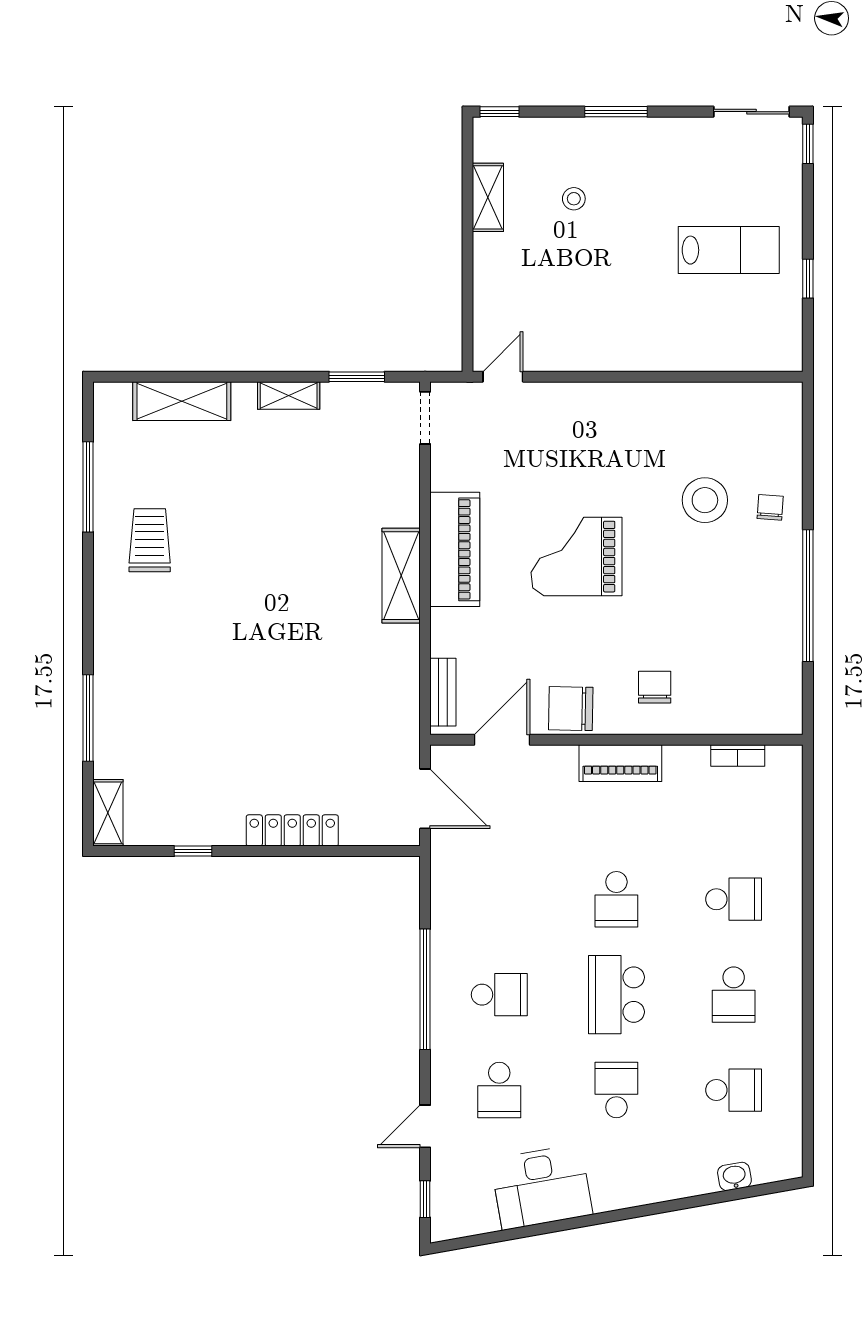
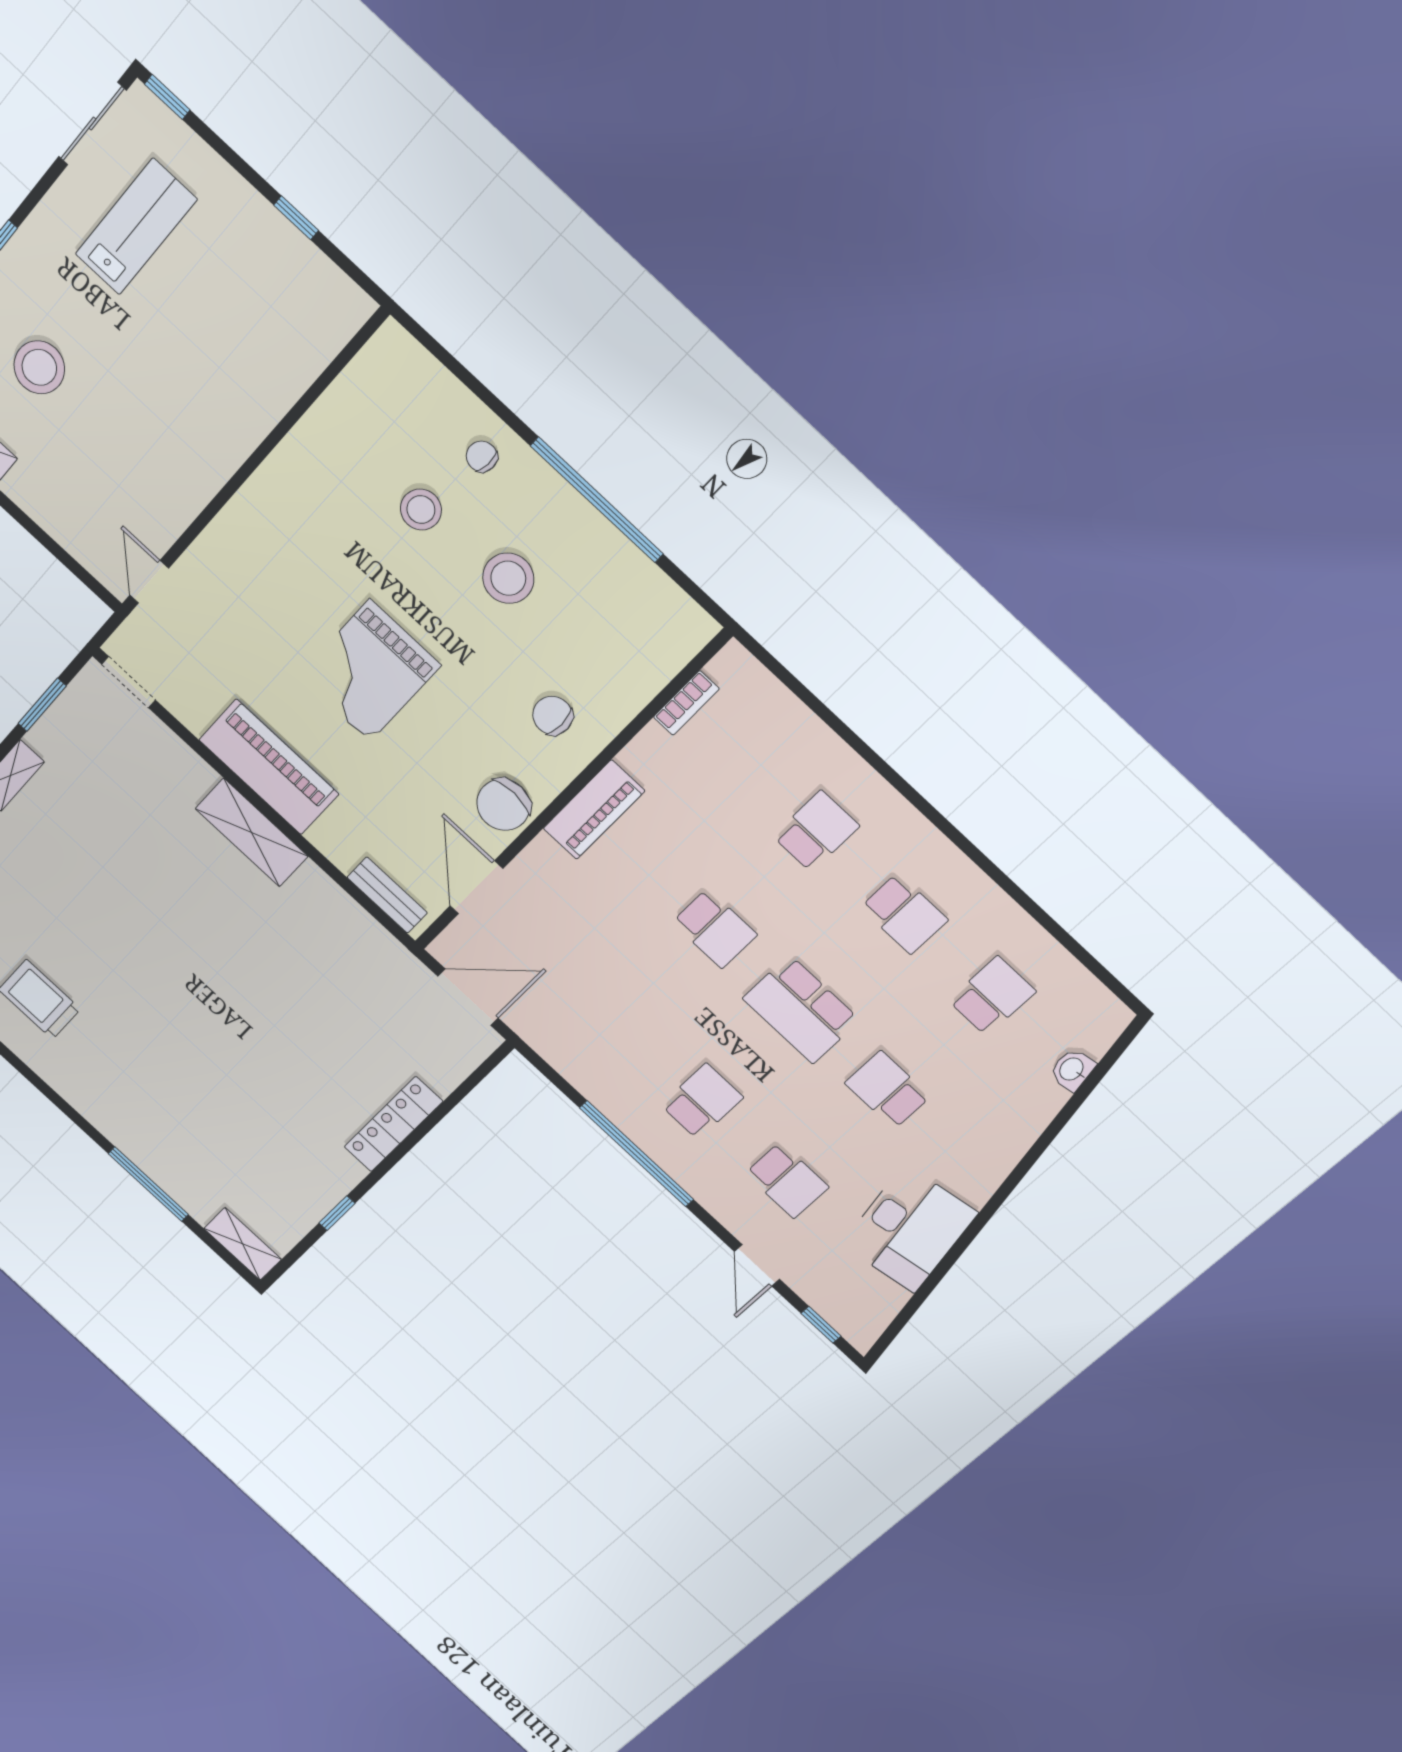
stool: (574, 199) -> (39, 367), width x1.89, depth x1.89
lab bench: (729, 250) -> (136, 227), moved
stool: (705, 500) -> (421, 510), width x0.73, depth x0.73
stool: (713, 587) -> (508, 578), added

